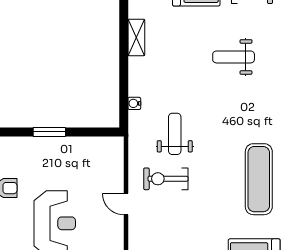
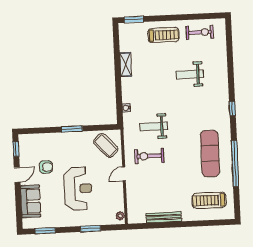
weight bench: (175, 134) -> (154, 126), turned -90
coffee table: (100, 159) -> (106, 145), added
door: (126, 204) -> (124, 174), hinge flipped

